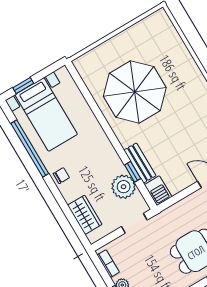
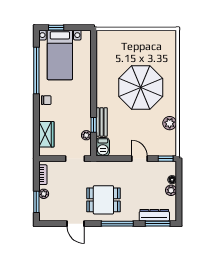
parasol: (135, 92) -> (141, 87), moved
plant: (124, 187) -> (86, 135), width x0.53, depth x0.53

